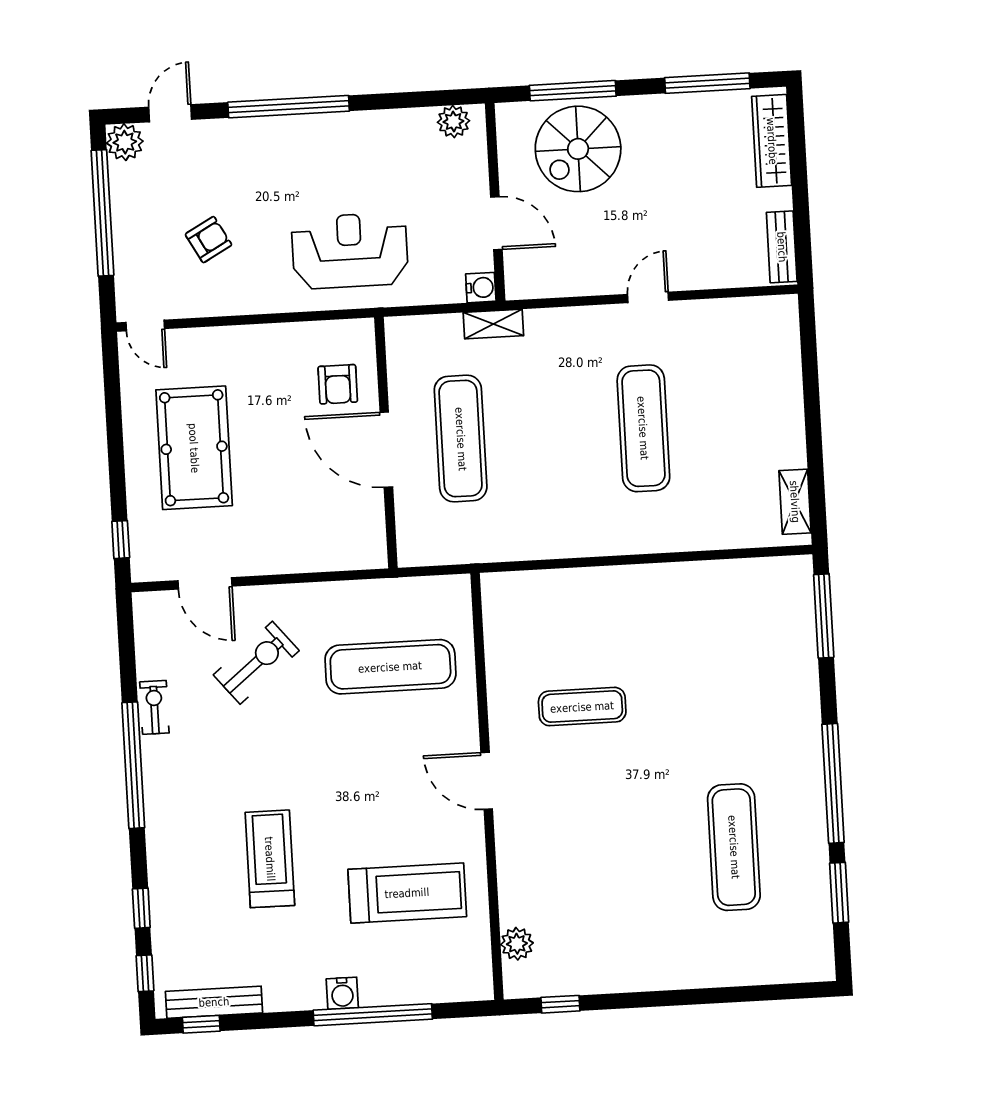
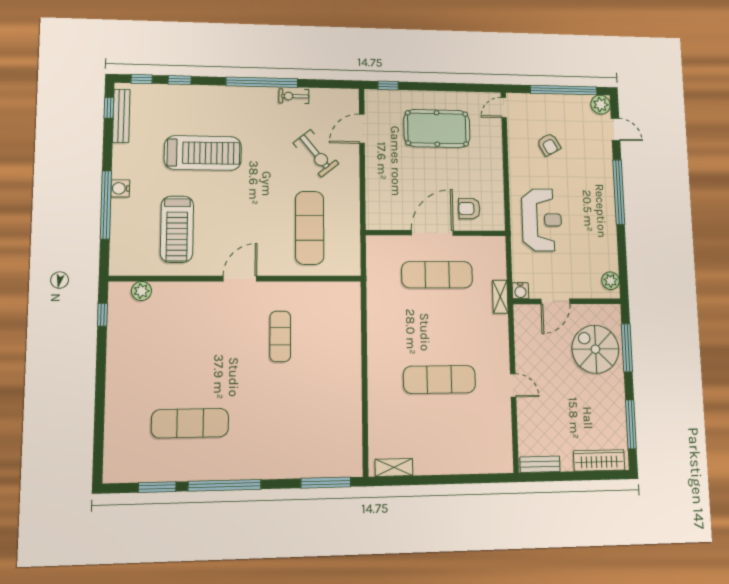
exercise bike: (154, 707) -> (294, 96), turned 180
treadmill: (270, 859) -> (203, 153), width x1.37, depth x1.38

